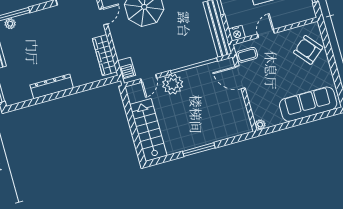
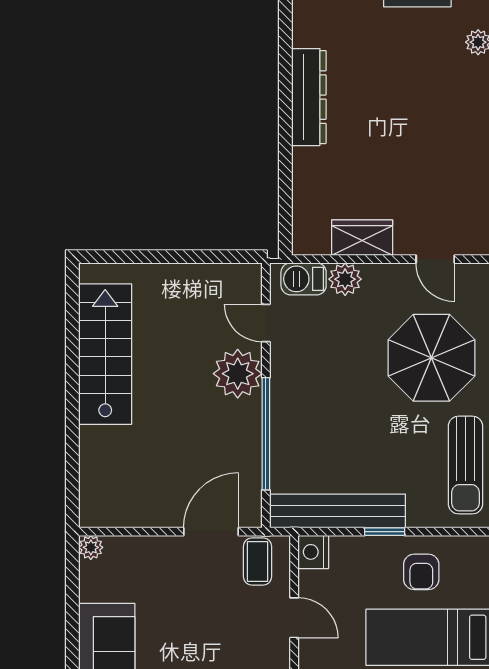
plant: (122, 51) -> (345, 279), added
wardrobe: (105, 55) -> (362, 238), width x0.67
stairs: (148, 130) -> (105, 354), moved, turned -90
window: (199, 150) -> (72, 392), removed

